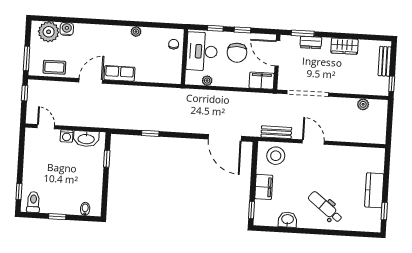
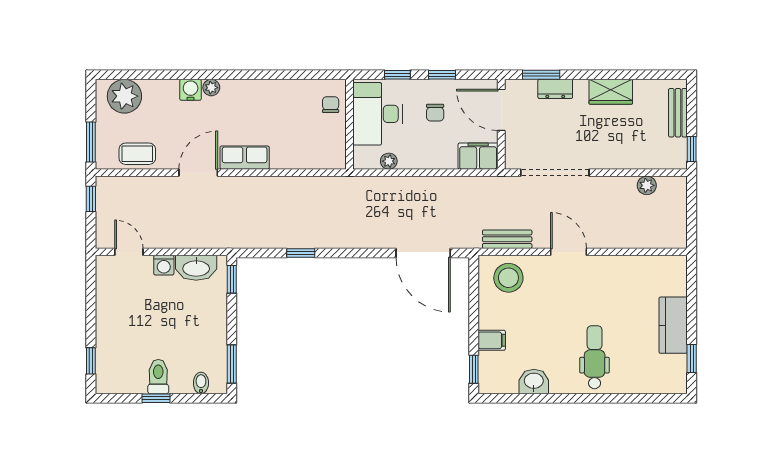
water cooler: (67, 29) -> (191, 90), moved
plant: (136, 32) -> (211, 88), moved
chair: (237, 53) -> (435, 113), width x0.54, depth x0.54
window: (107, 159) -> (232, 279), moved
filing cabinet: (264, 187) -> (492, 340), width x0.50
window: (104, 198) -> (232, 364), added
toilet: (33, 202) -> (158, 377), moved
dental chair: (325, 207) -> (595, 357), turned 52

